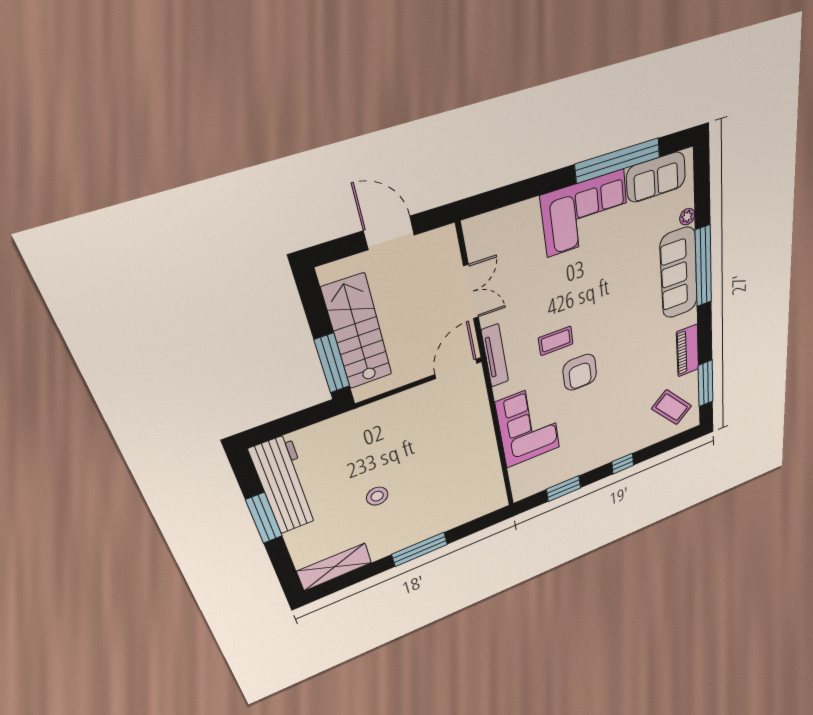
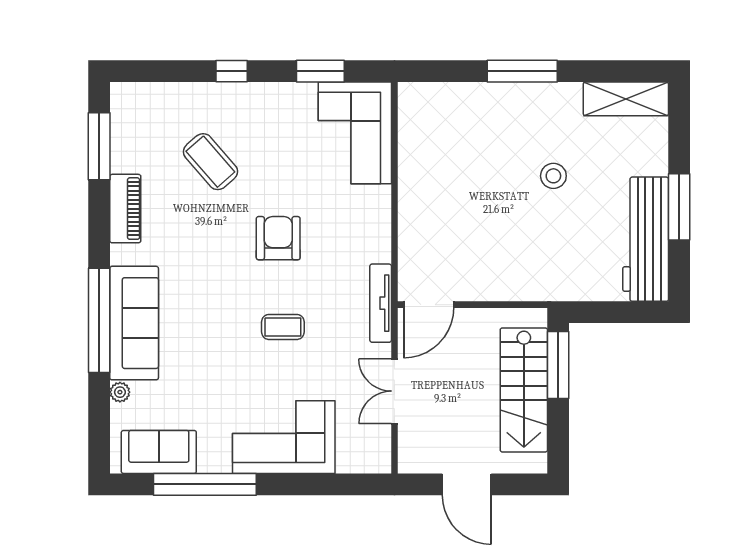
corner sofa: (585, 213) -> (284, 437), moved
coffee table: (556, 341) -> (283, 327), moved
coffee table: (672, 407) -> (210, 162), moved
corner sofa: (528, 425) -> (355, 133), moved

